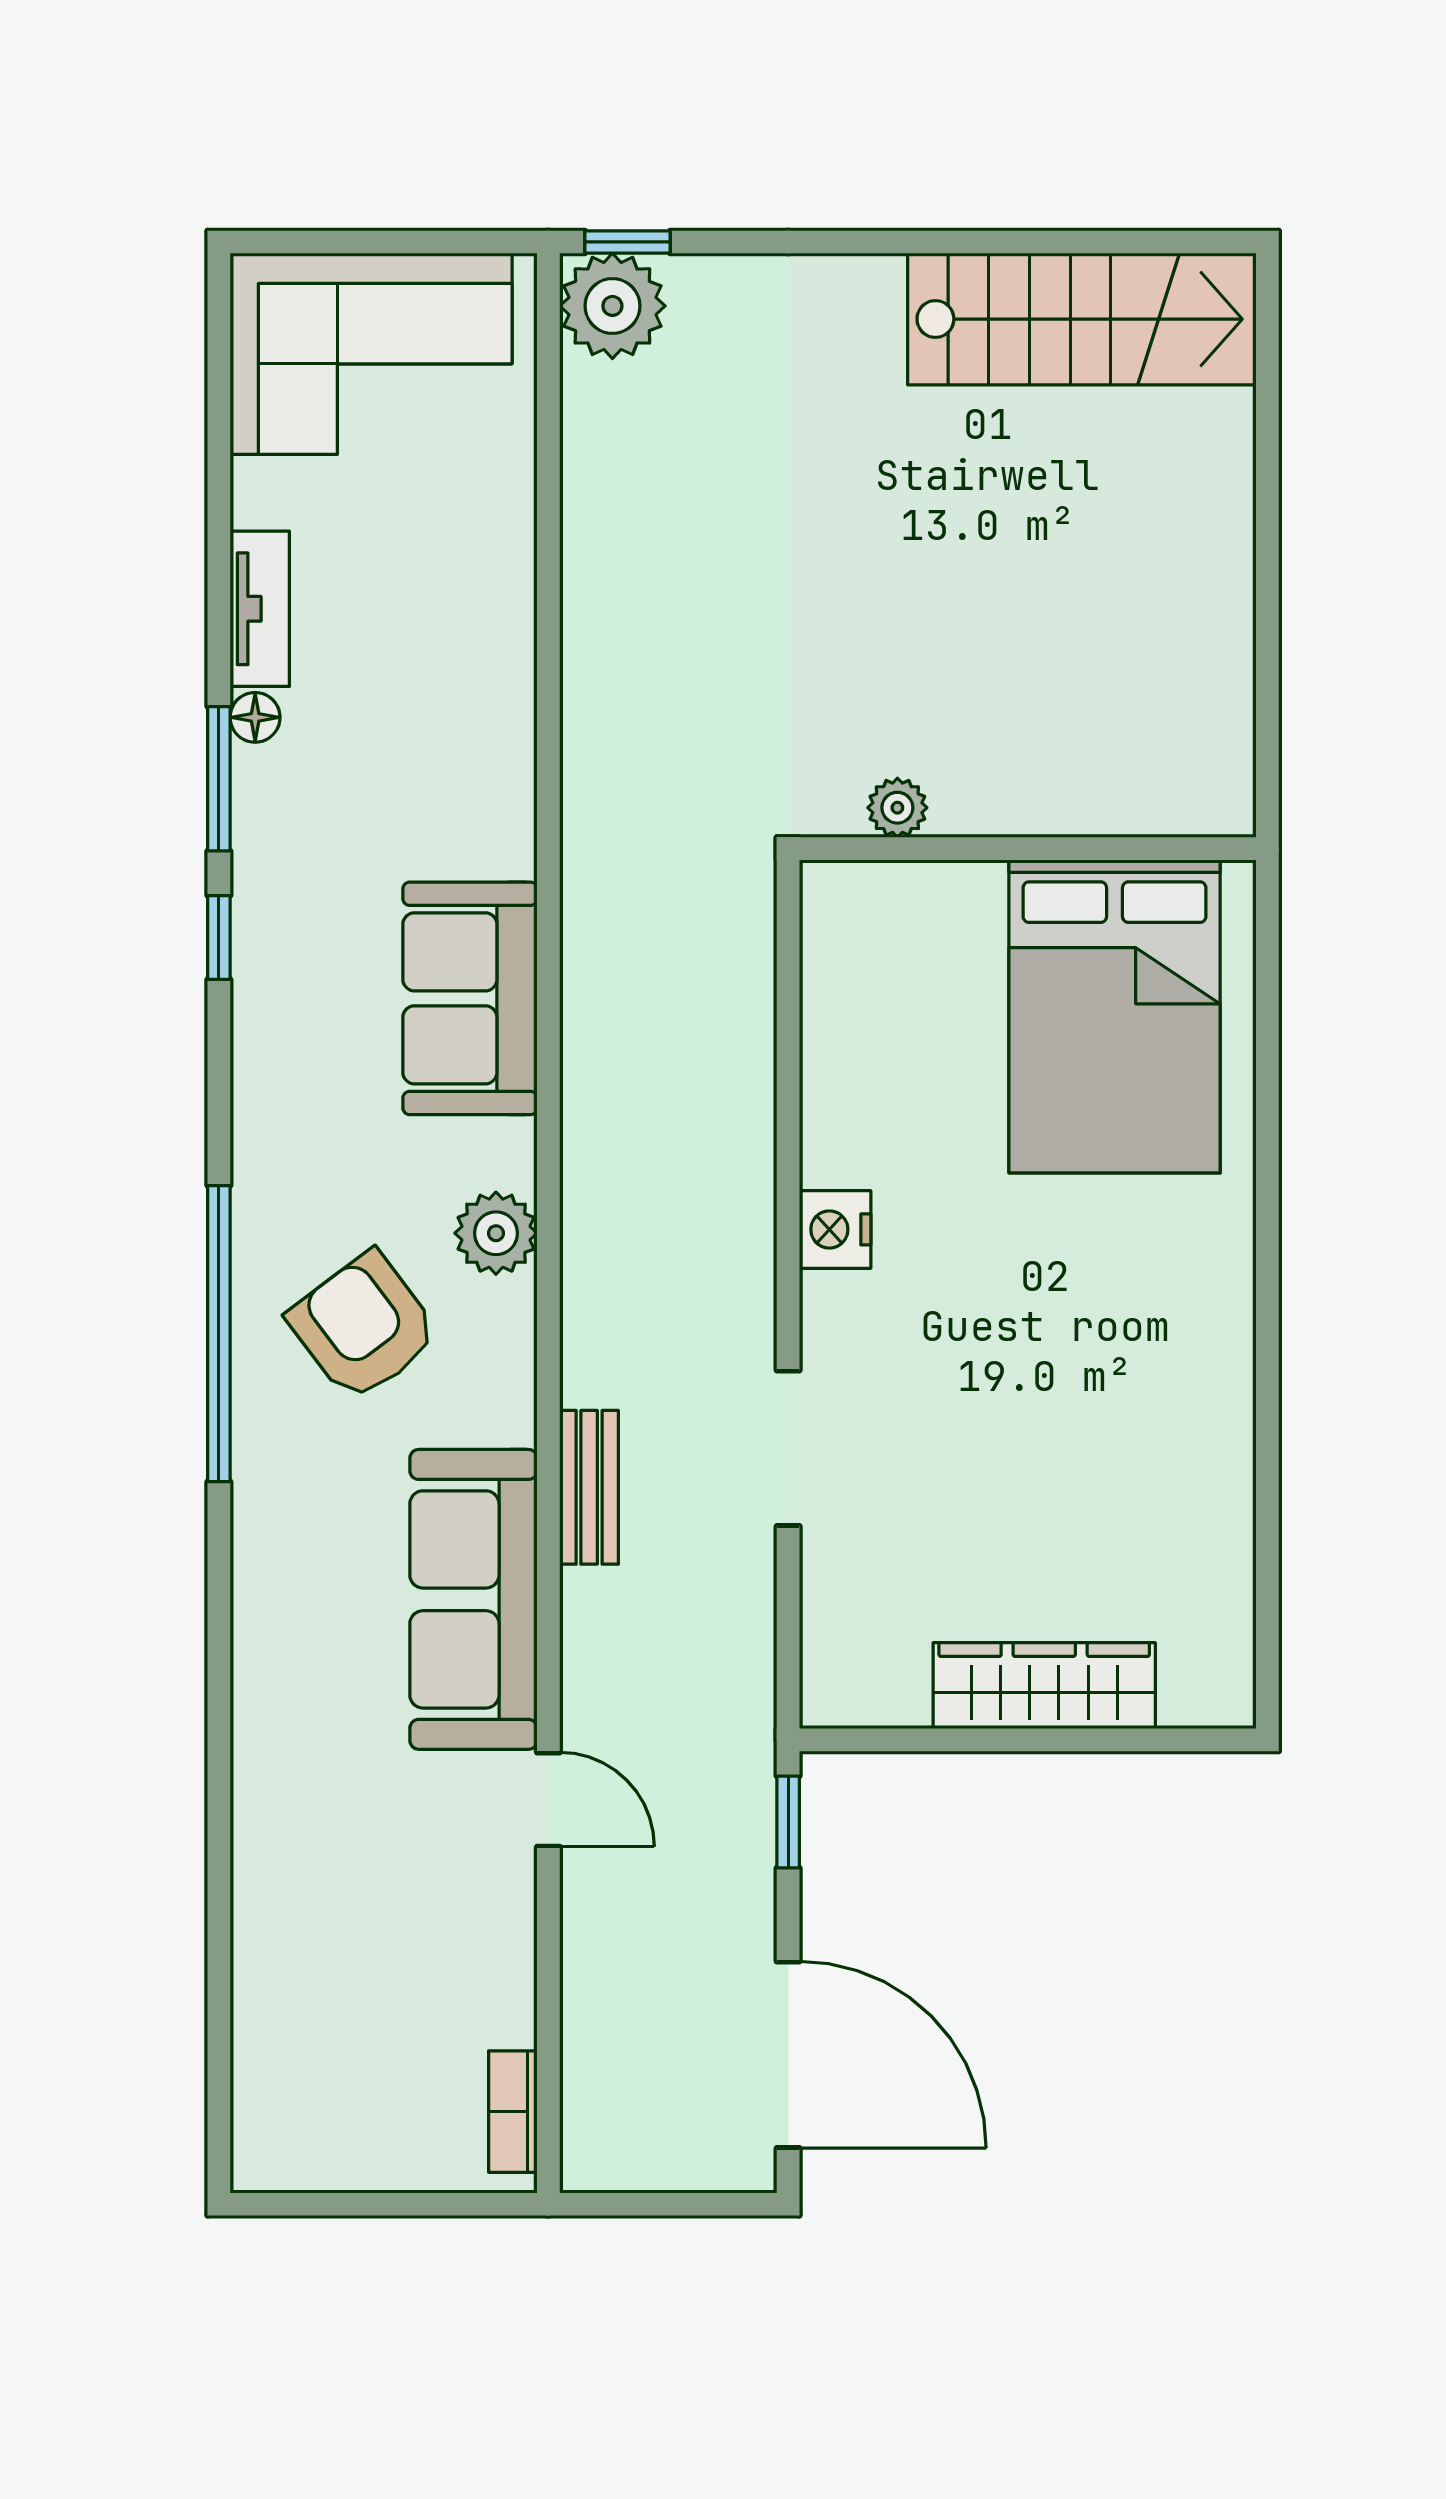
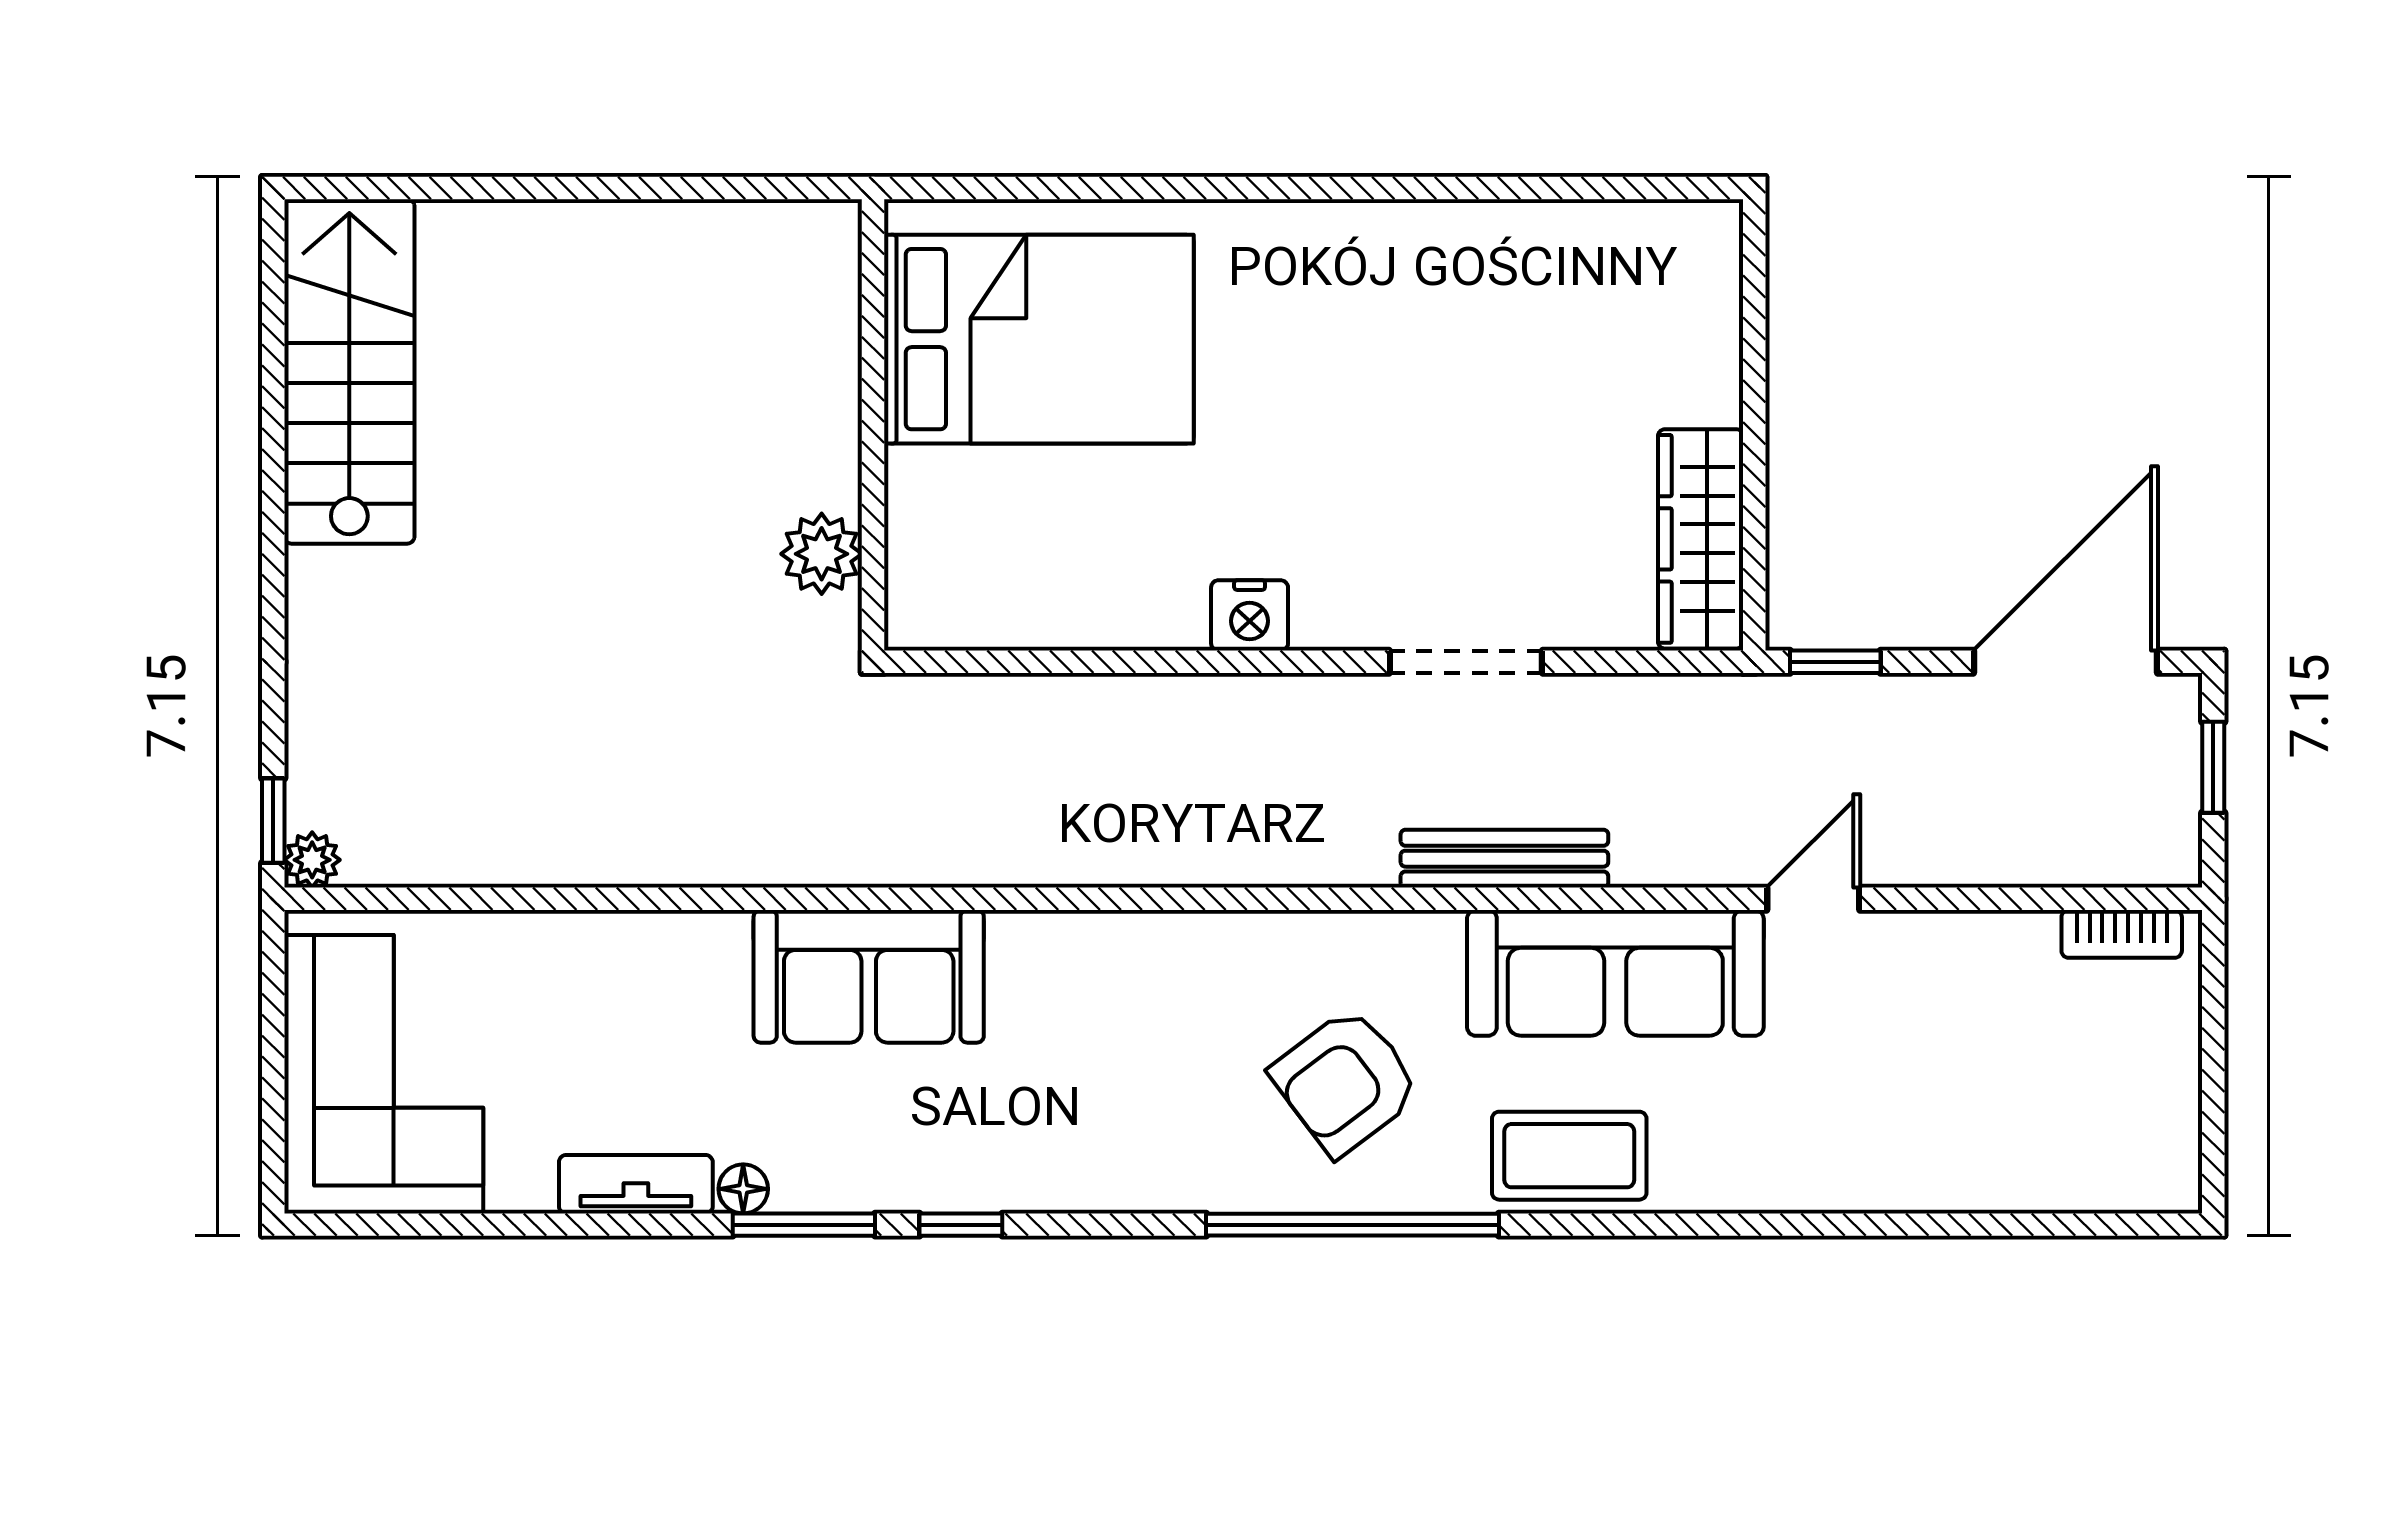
plant: (612, 306) -> (312, 860), width x0.53, depth x0.53
plant: (897, 808) -> (822, 554), width x1.38, depth x1.38
sofa: (470, 998) -> (869, 976), moved
plant: (496, 1233) -> (1253, 951), removed
bench: (589, 1487) -> (1504, 859), width x1.36
coffee table: (289, 1553) -> (1569, 1156), added
wardrobe: (1044, 1686) -> (1701, 539), moved
window: (682, 2204) -> (2213, 767), added

